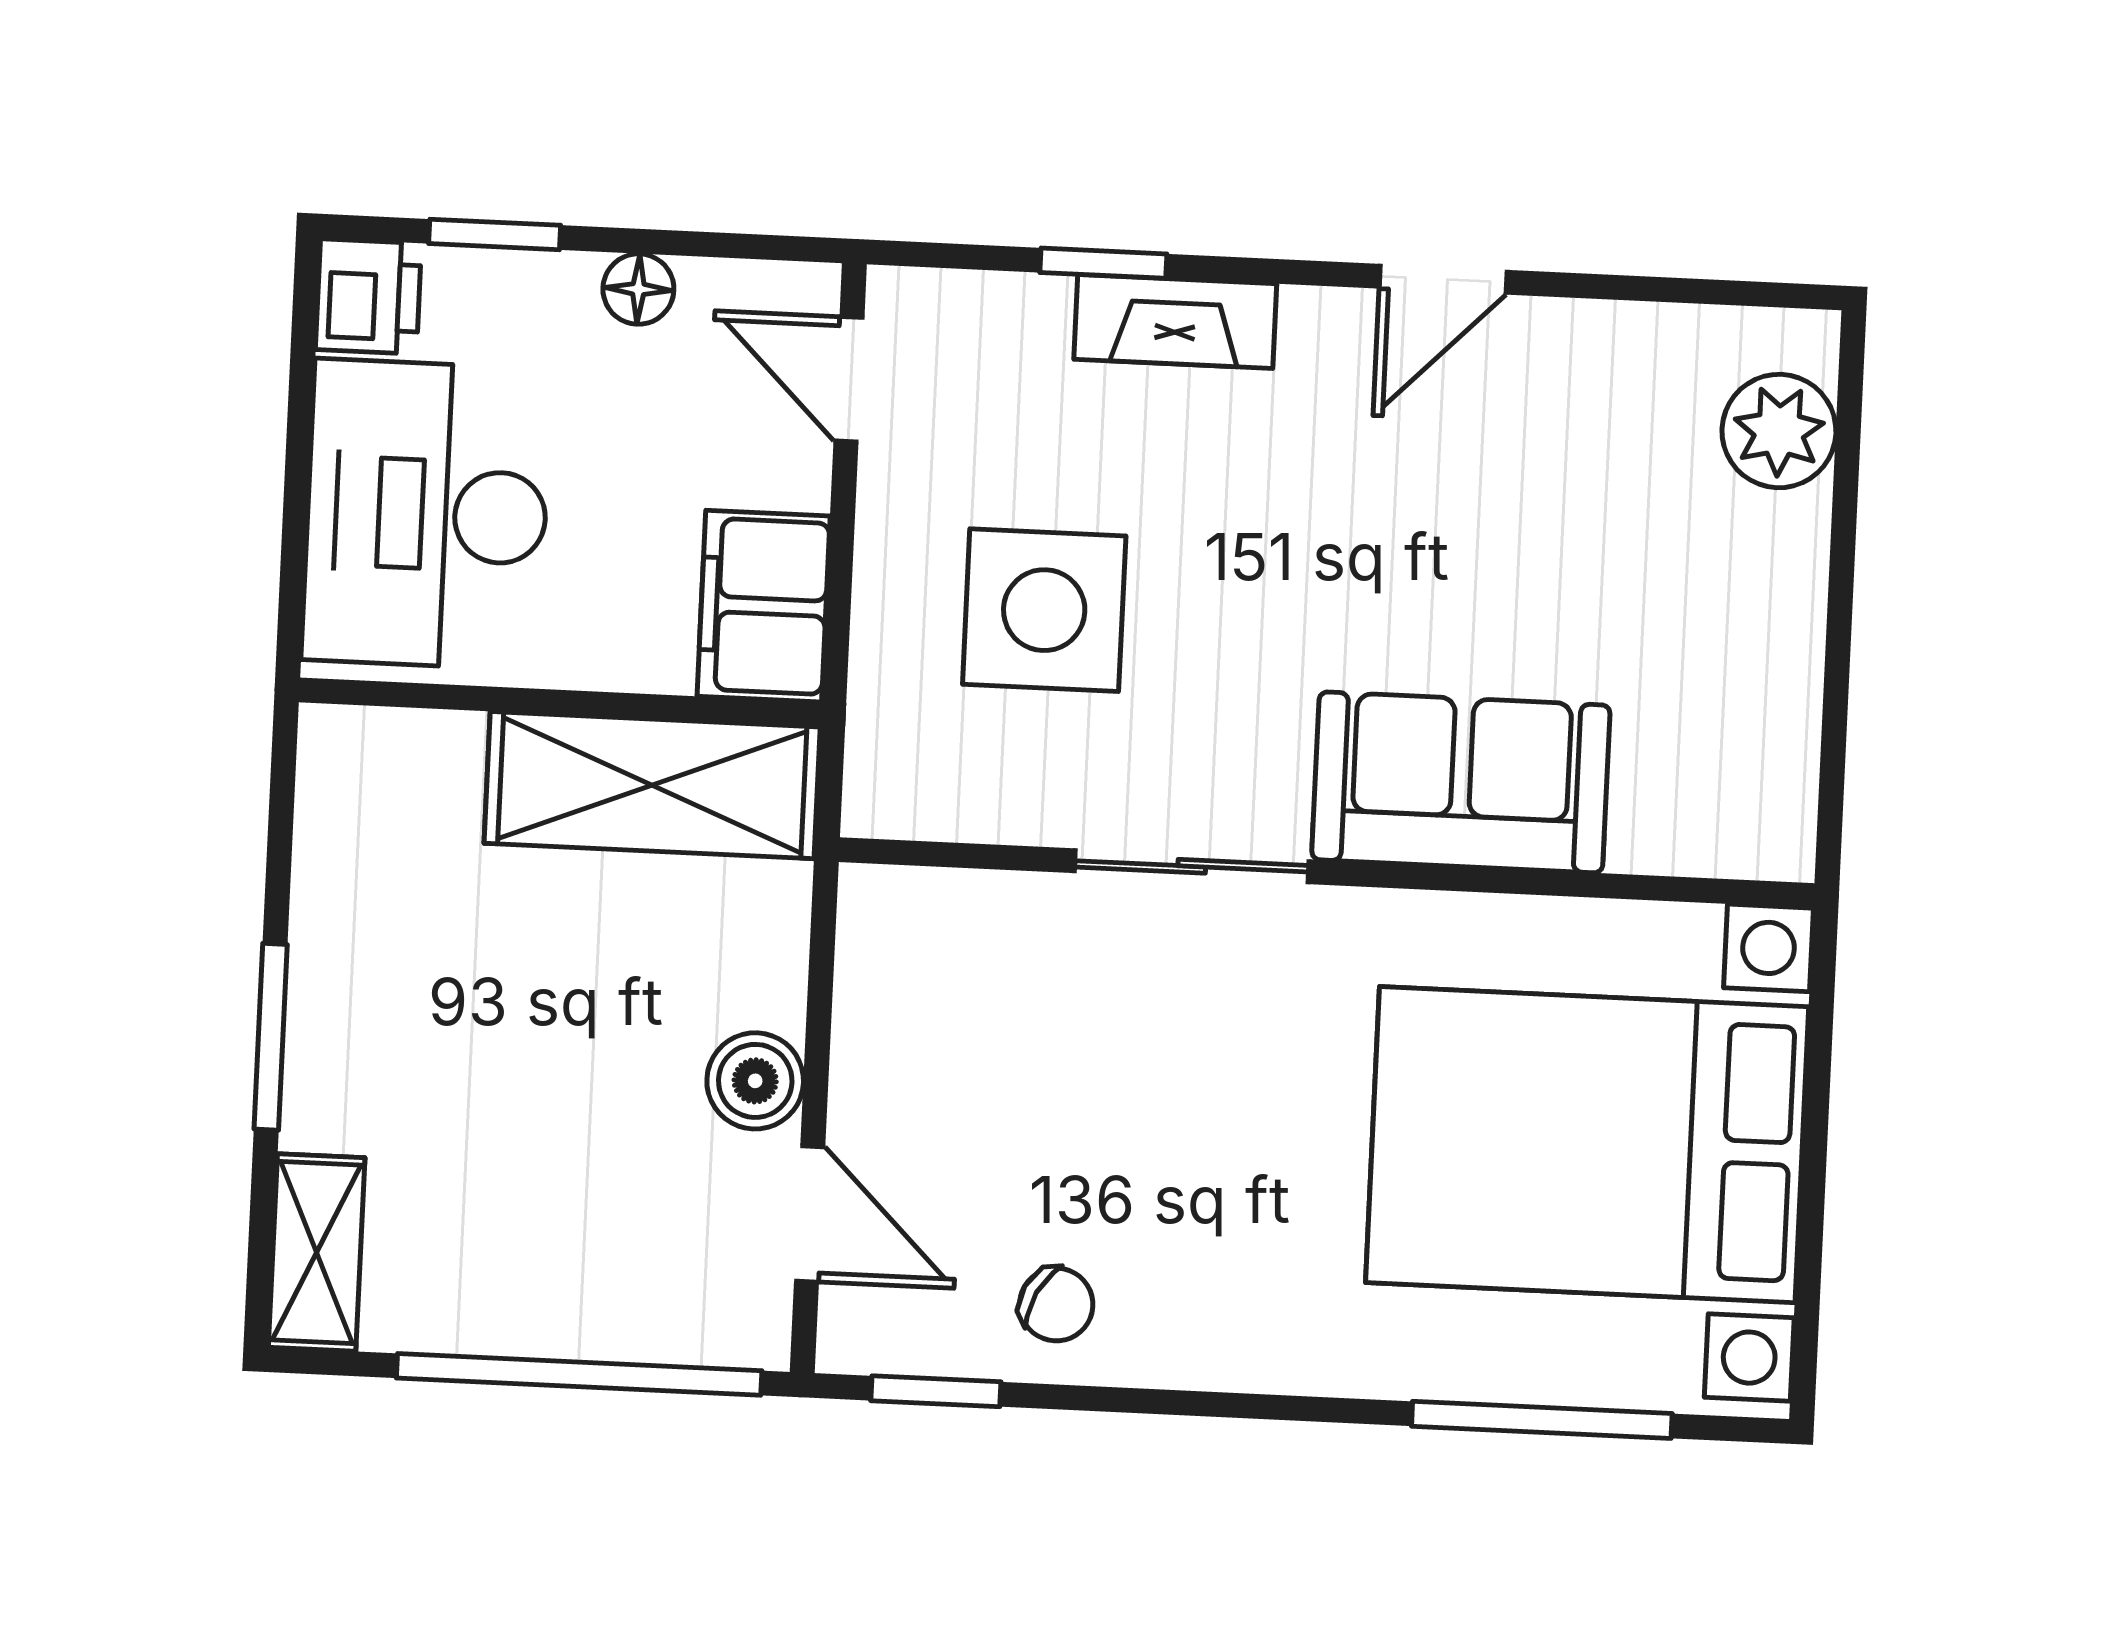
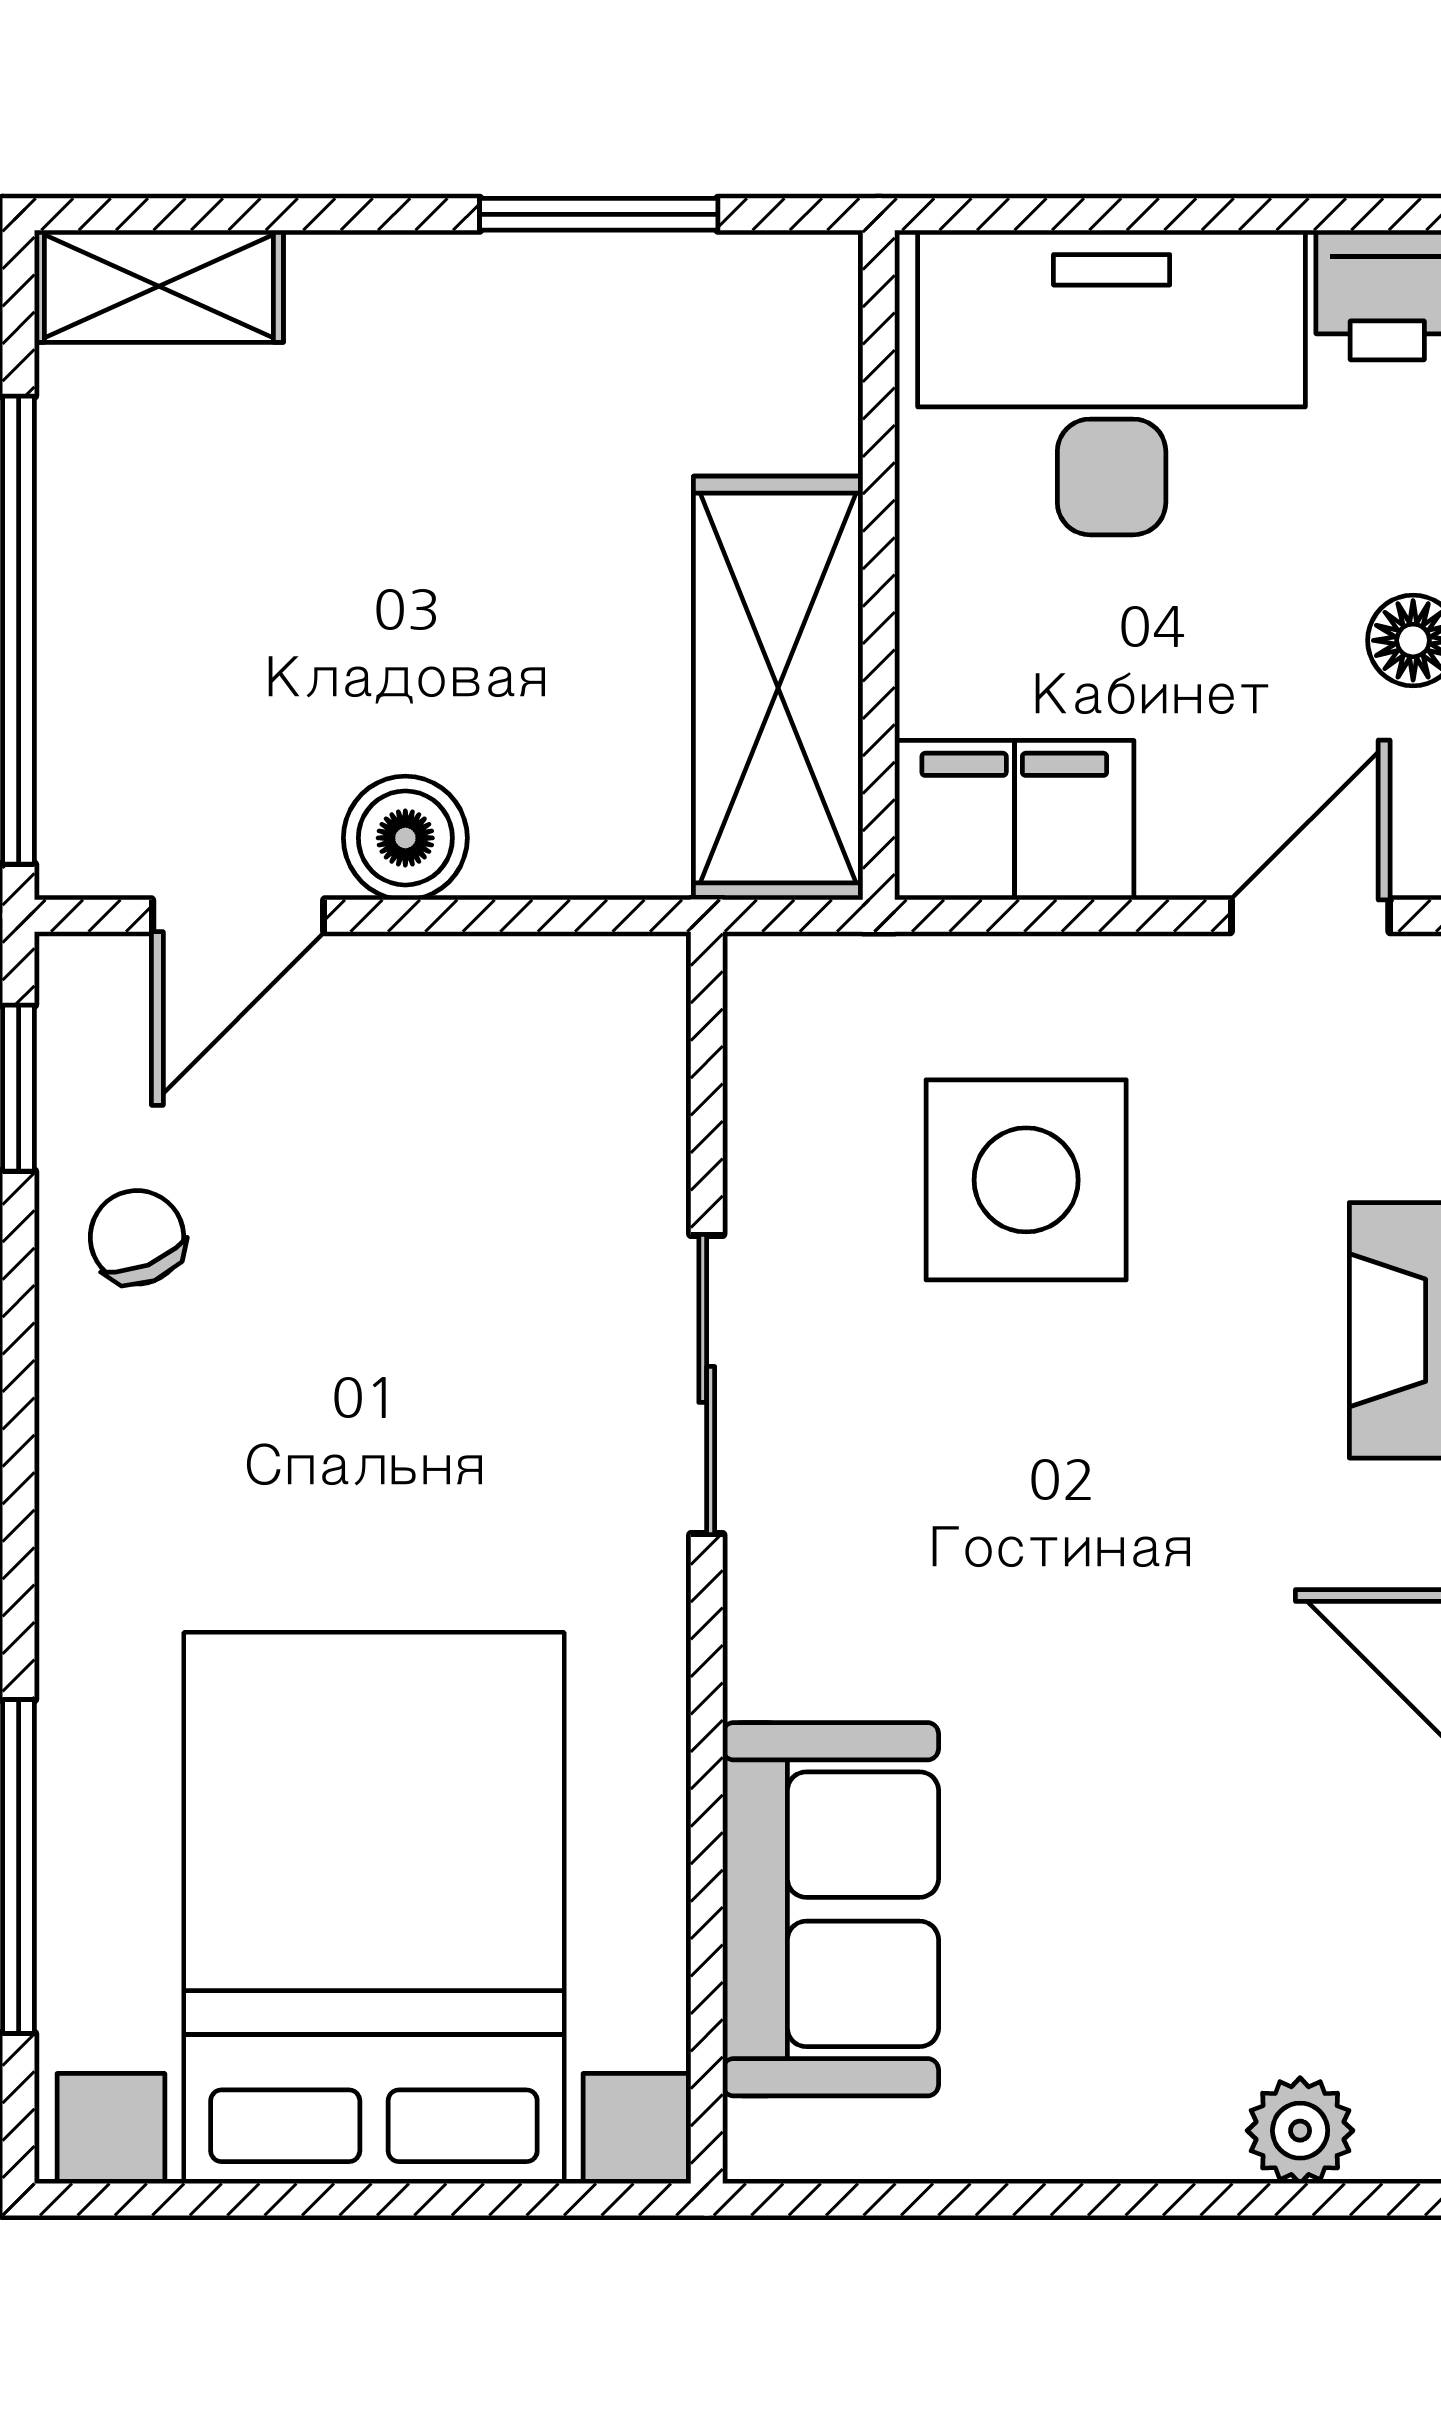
plant: (1779, 431) -> (1300, 2131), width x0.73, depth x0.73
sofa: (1461, 782) -> (831, 1909), moved
window: (271, 1037) -> (599, 214), moved
chair: (1056, 1305) -> (137, 1237), turned 130

